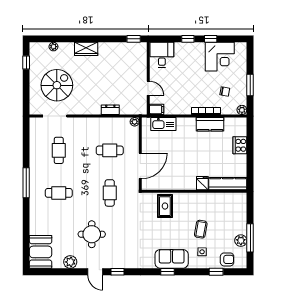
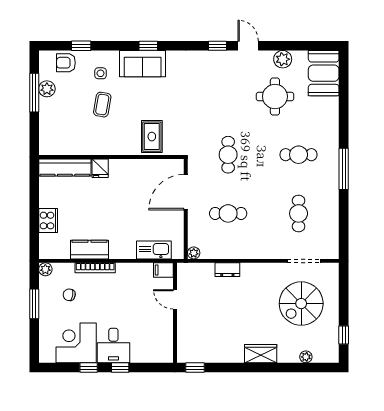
desk: (162, 55) -> (113, 346), moved
round table: (92, 234) -> (275, 96), moved

